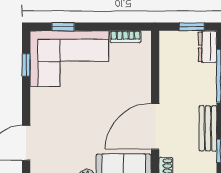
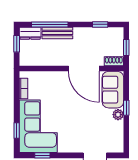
bench: (208, 128) -> (57, 33), moved

